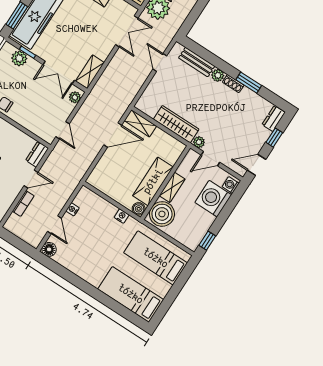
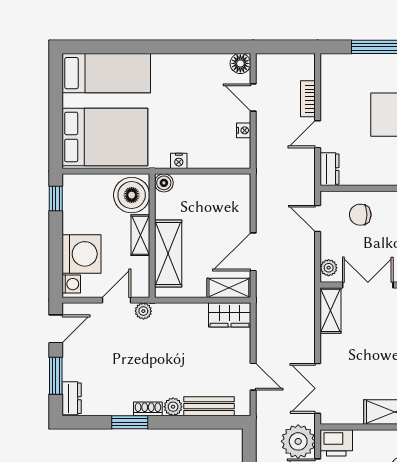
chair: (36, 116) -> (360, 215), added
wardrobe: (176, 124) -> (230, 315), moved, width x0.67
window: (274, 138) -> (56, 376), width x1.50
shelving: (153, 181) -> (168, 253), moved
bed: (156, 258) -> (105, 137), width x1.50

